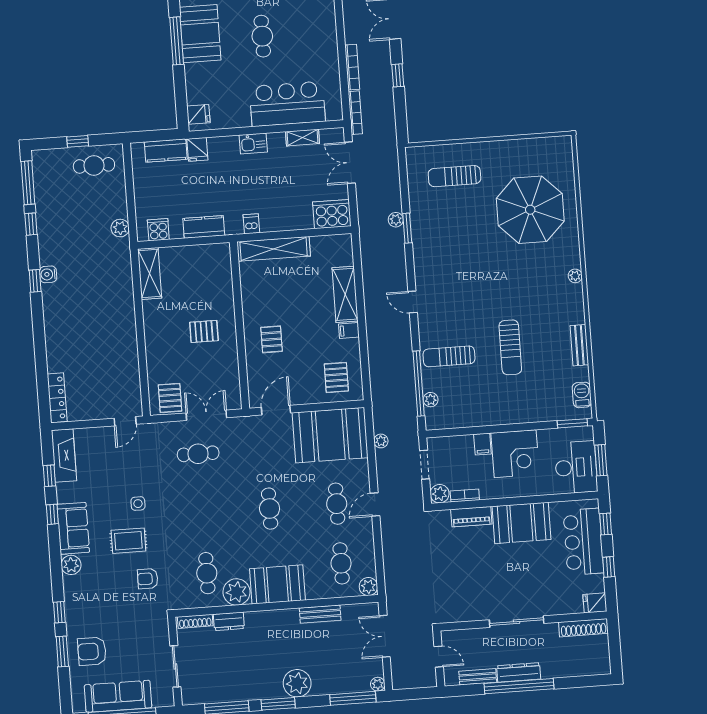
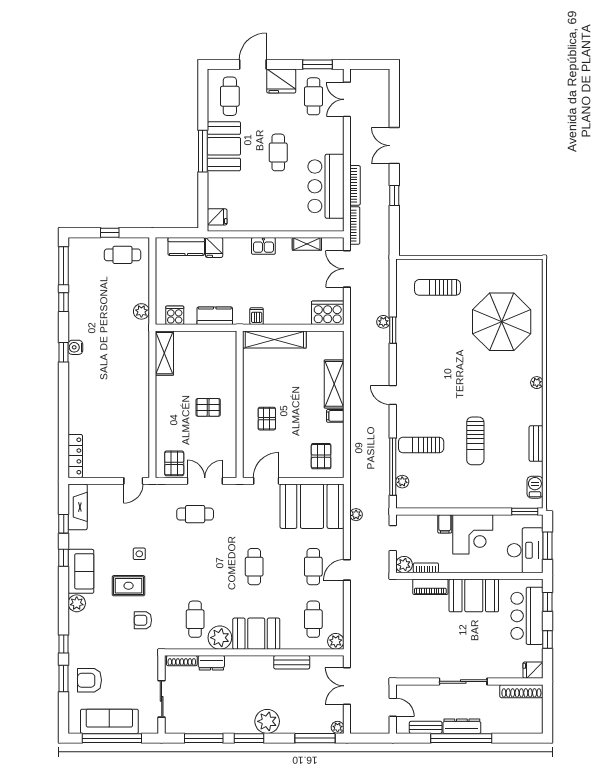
bar counter: (287, 104) -> (326, 186), moved, turned -90

